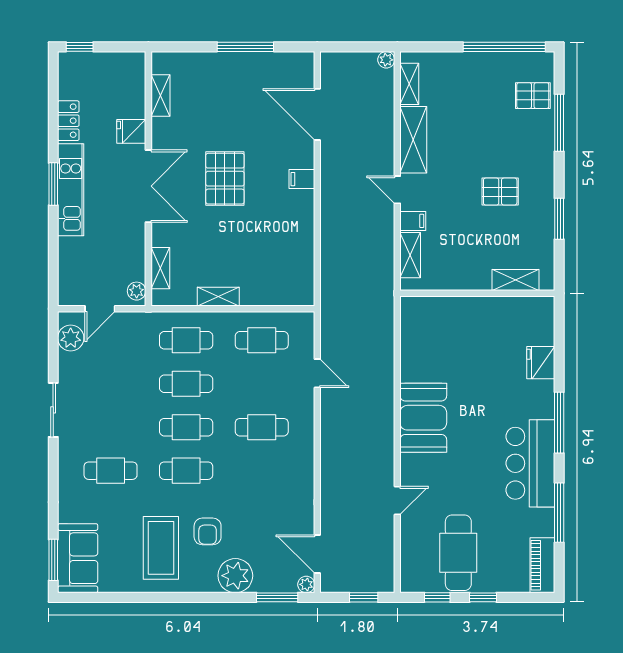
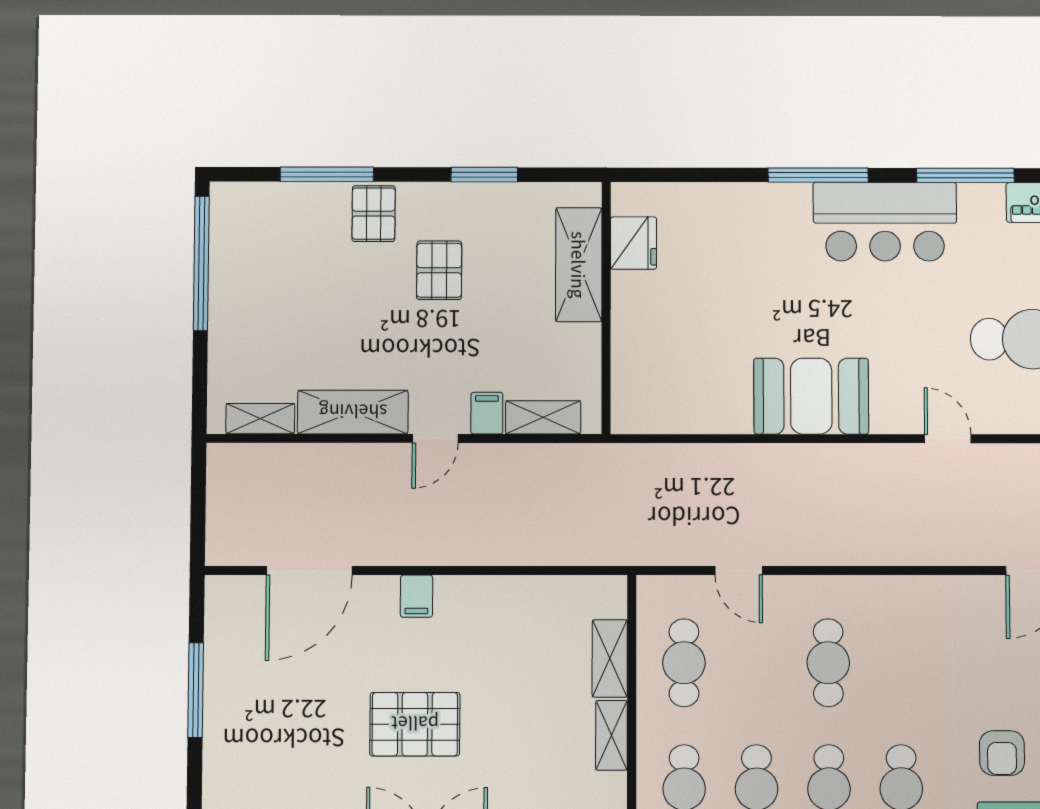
plant: (386, 60) -> (220, 457), removed
pallet: (533, 96) -> (374, 214), moved
shelving: (515, 280) -> (579, 265), width x1.50, depth x1.33
shelving: (264, 296) -> (610, 658), added
fridge: (541, 363) -> (634, 243), moved, turned -90
door: (317, 373) -> (739, 571), swing flipped
armchair: (208, 531) -> (1002, 753), turned 90

